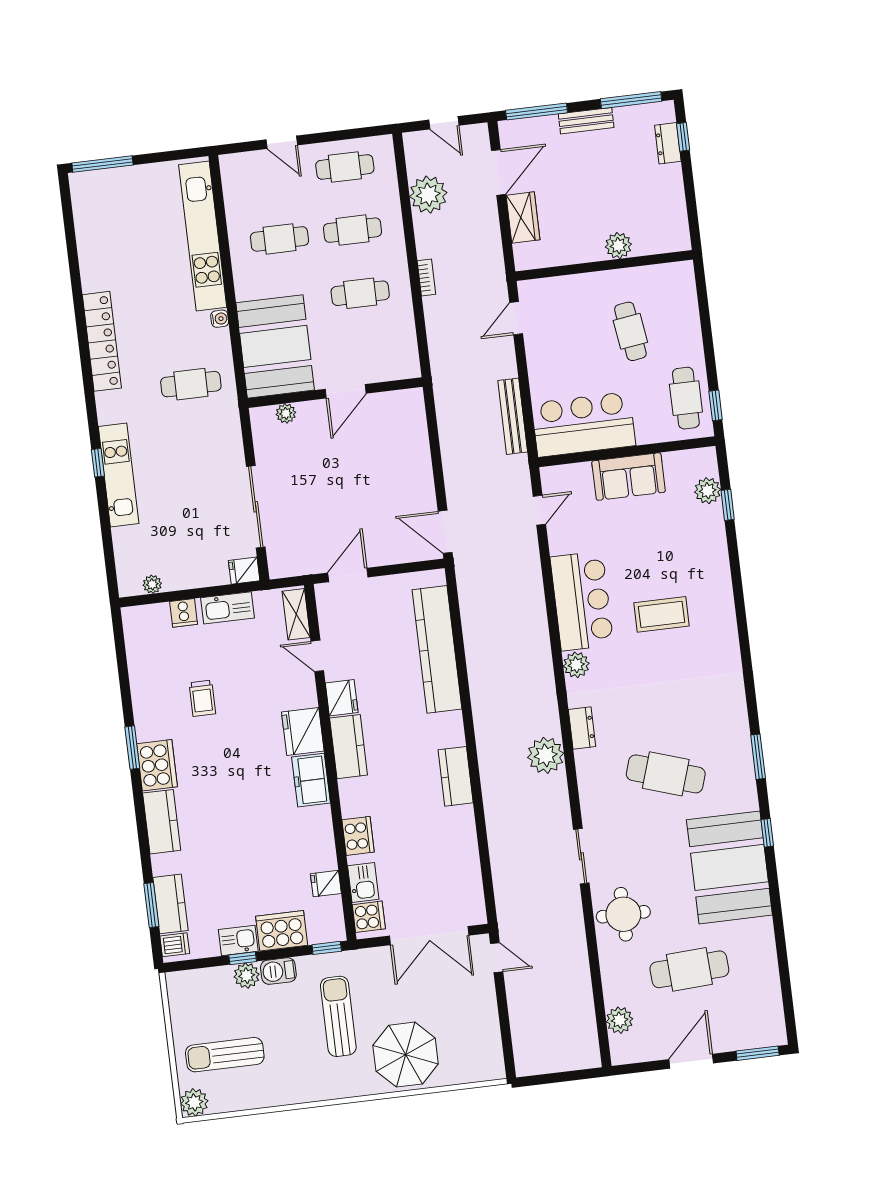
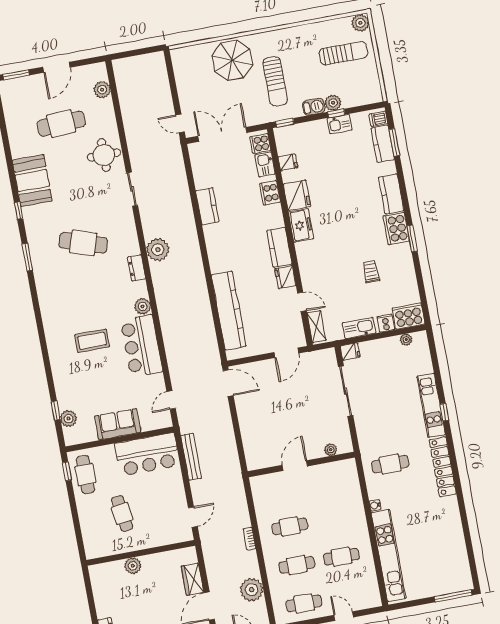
locker: (102, 341) -> (443, 467), moved
booth: (275, 346) -> (340, 490), removed
fridge: (303, 731) -> (297, 195), moved
kitchen counter: (456, 776) -> (207, 206), moved
booth: (729, 867) -> (32, 181), width x0.73, depth x0.70
cooker: (282, 931) -> (408, 316), moved, turned 180

